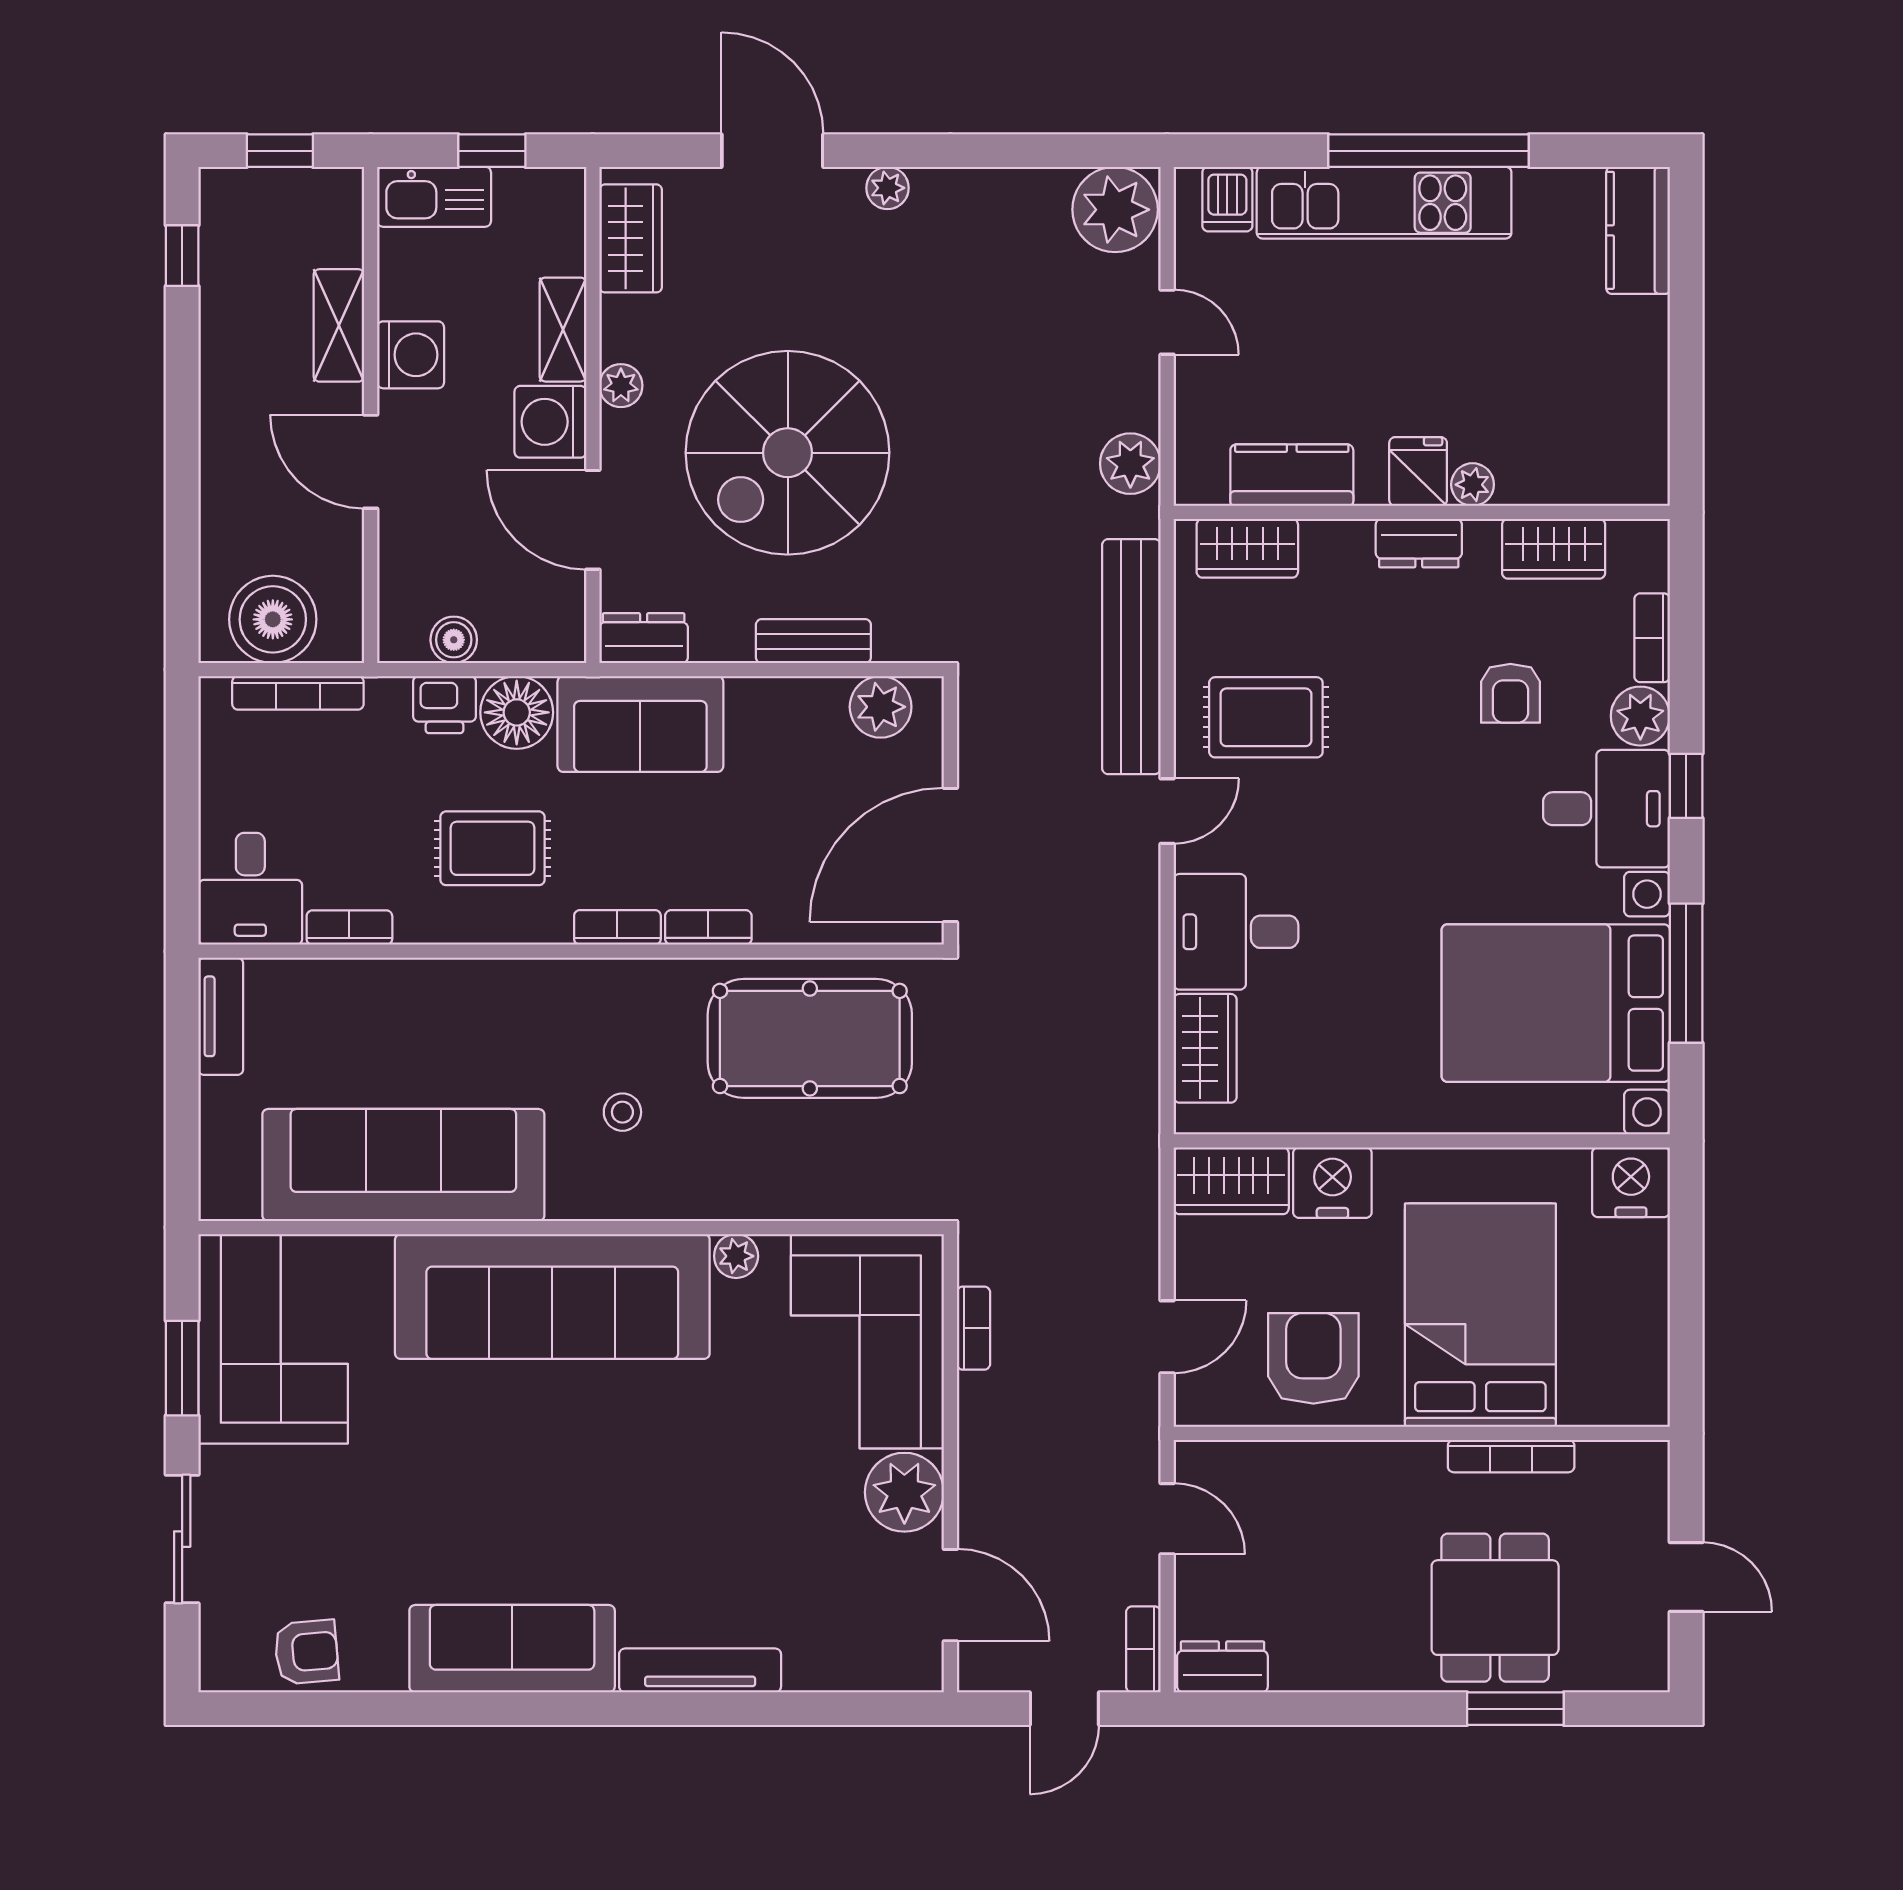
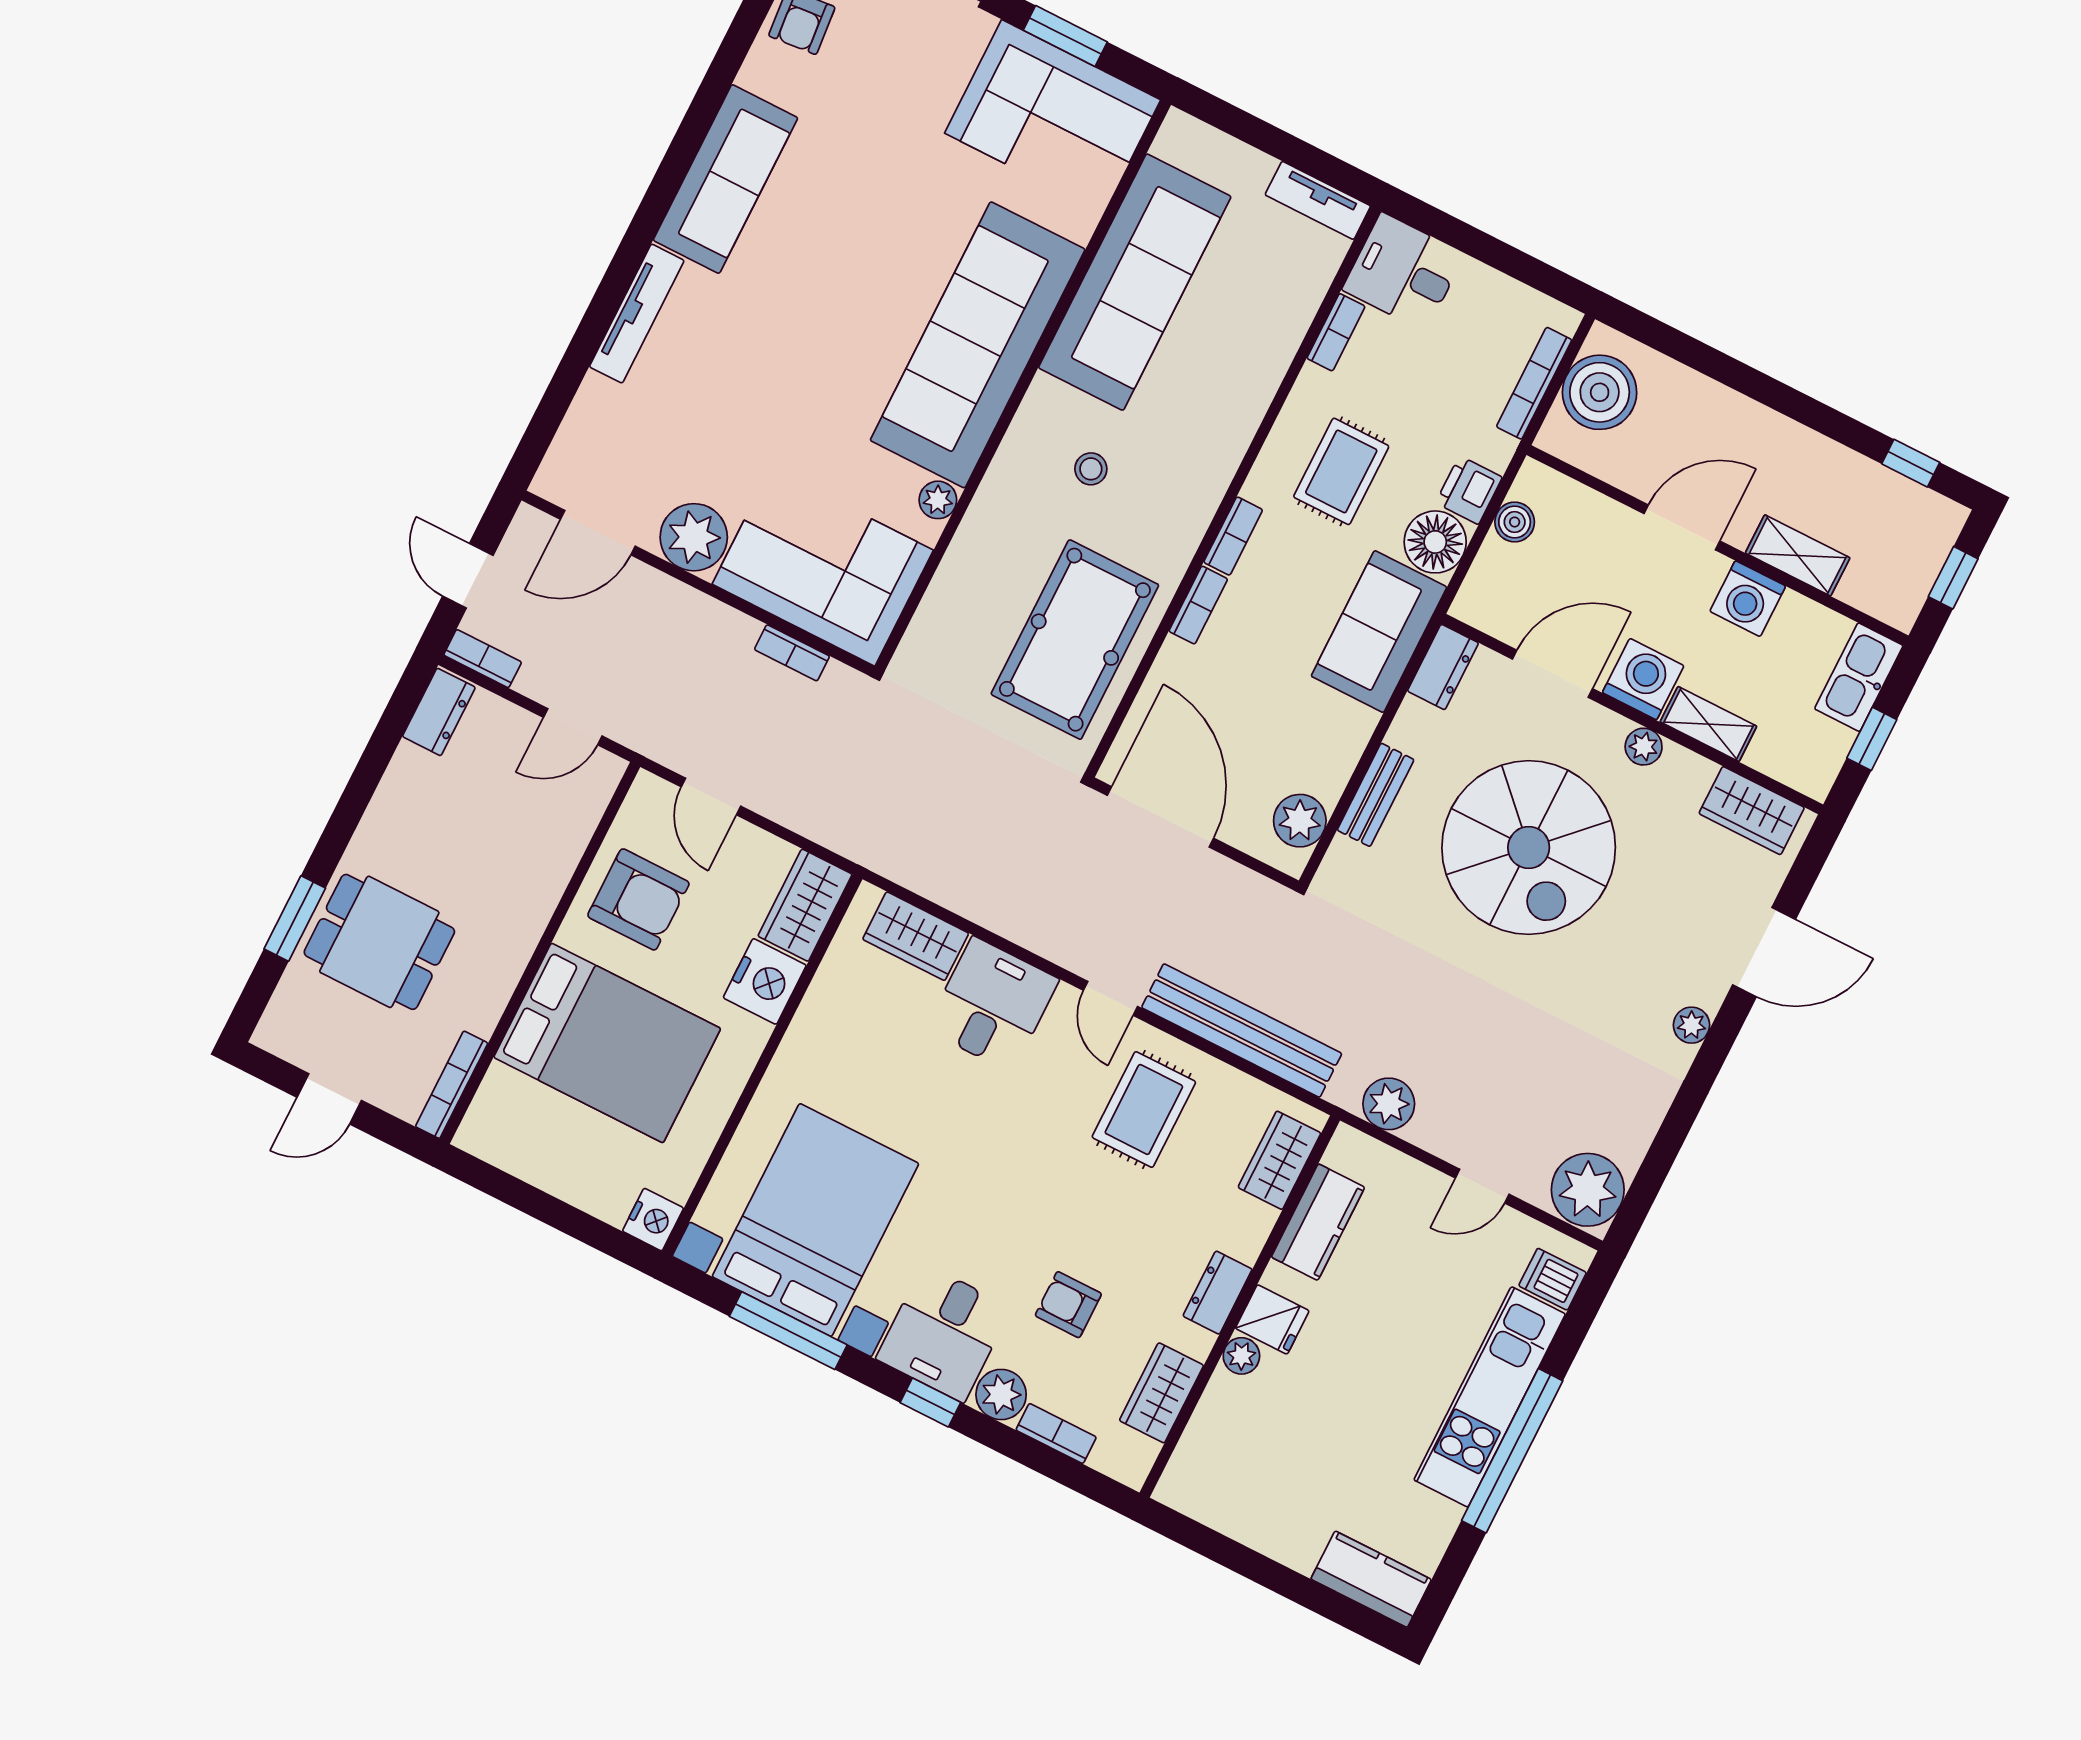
spiral stairs: (788, 453) -> (1529, 848), turned 180
nightstand: (1631, 1182) -> (653, 1220), width x0.74, depth x0.75
bookcase: (1511, 1456) -> (452, 1085), moved

